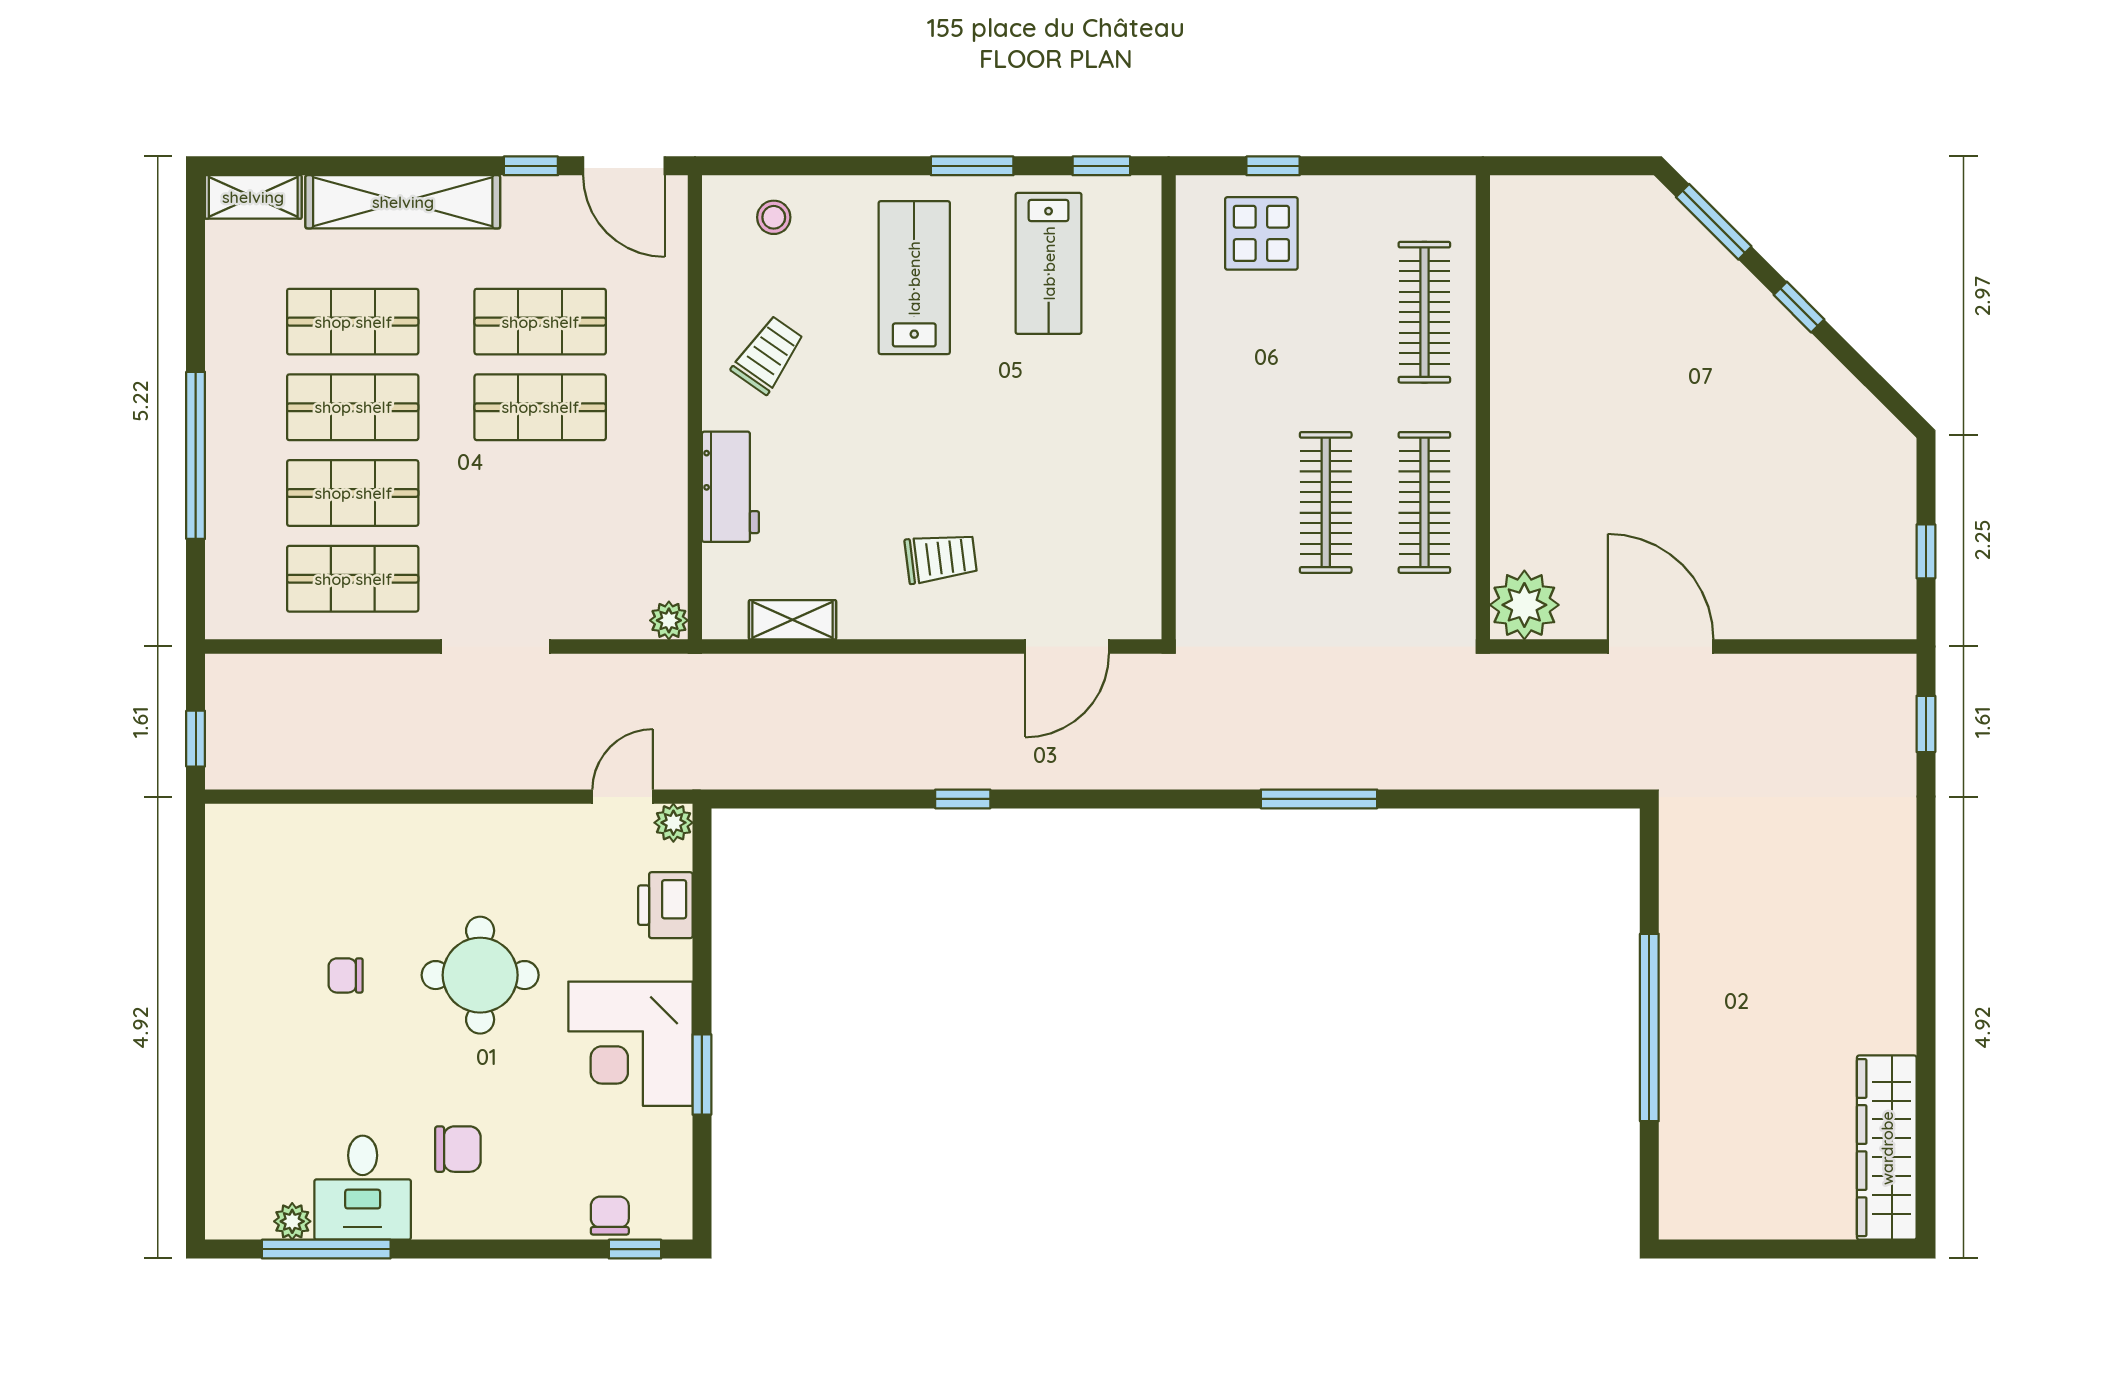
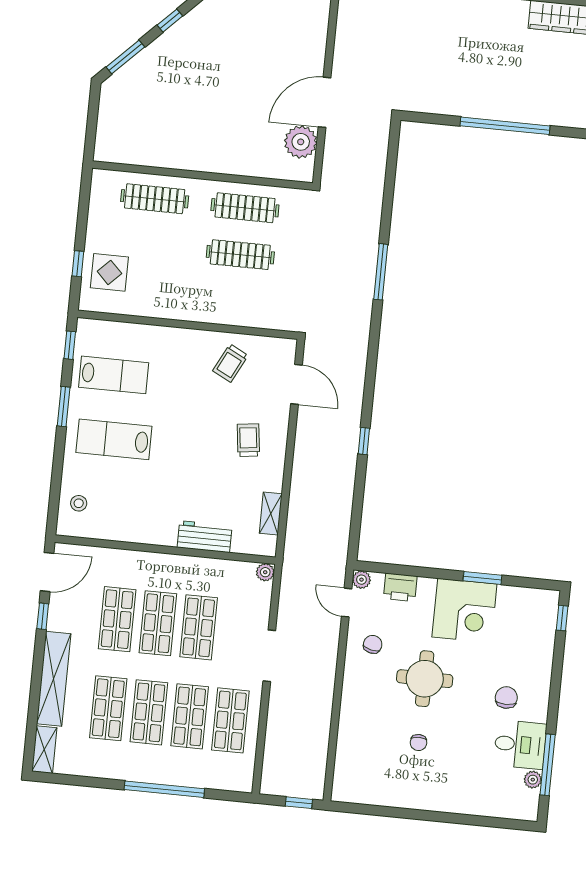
trolley: (768, 355) -> (230, 363), moved, turned -98
shop shelf: (540, 493) -> (199, 627), added
plant: (1524, 605) -> (301, 142), moved
chair: (610, 1216) -> (373, 644), moved, turned 103

